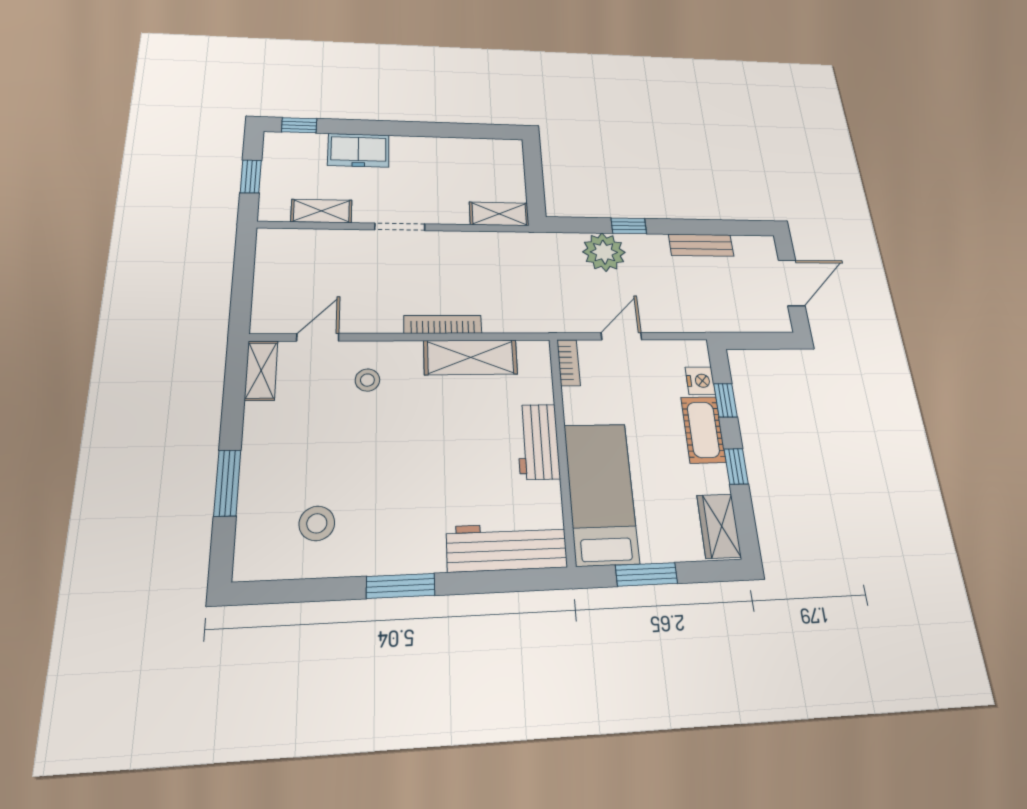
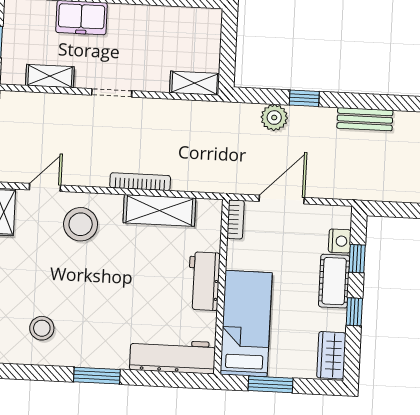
plant: (604, 252) -> (274, 118), width x0.73, depth x0.73
door: (622, 336) -> (282, 199), width x1.38
stool: (367, 380) -> (81, 224), width x1.89, depth x1.89

